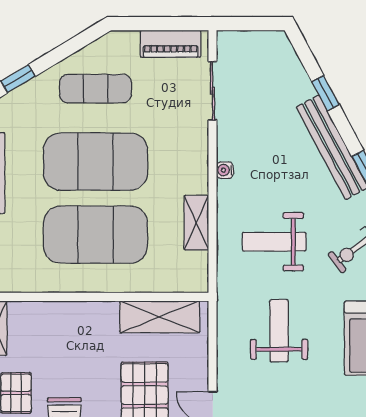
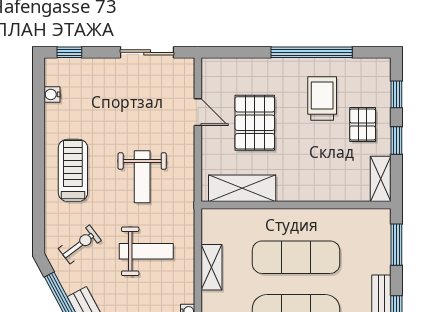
exercise mat: (95, 235) -> (296, 257), width x0.68

